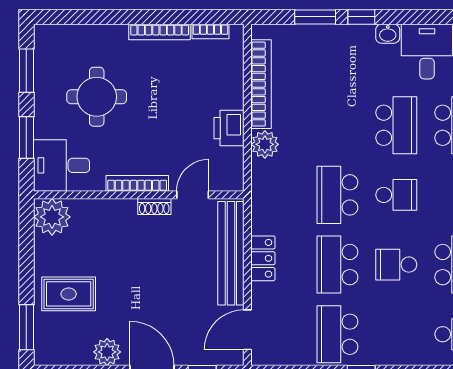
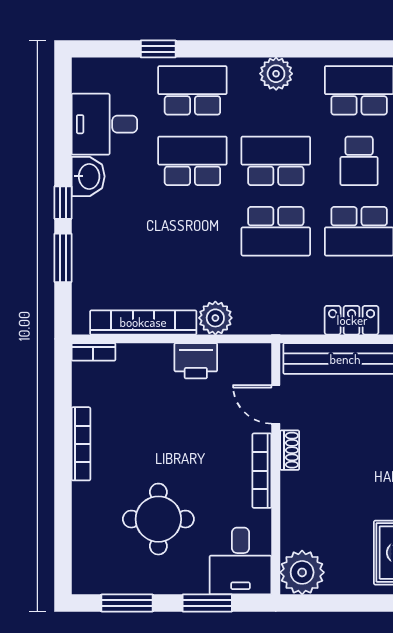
bookcase: (210, 31) -> (93, 352), moved, turned 90
washbasin: (388, 34) -> (88, 176), width x1.38, depth x1.45
school desk: (396, 195) -> (276, 161), width x1.85

